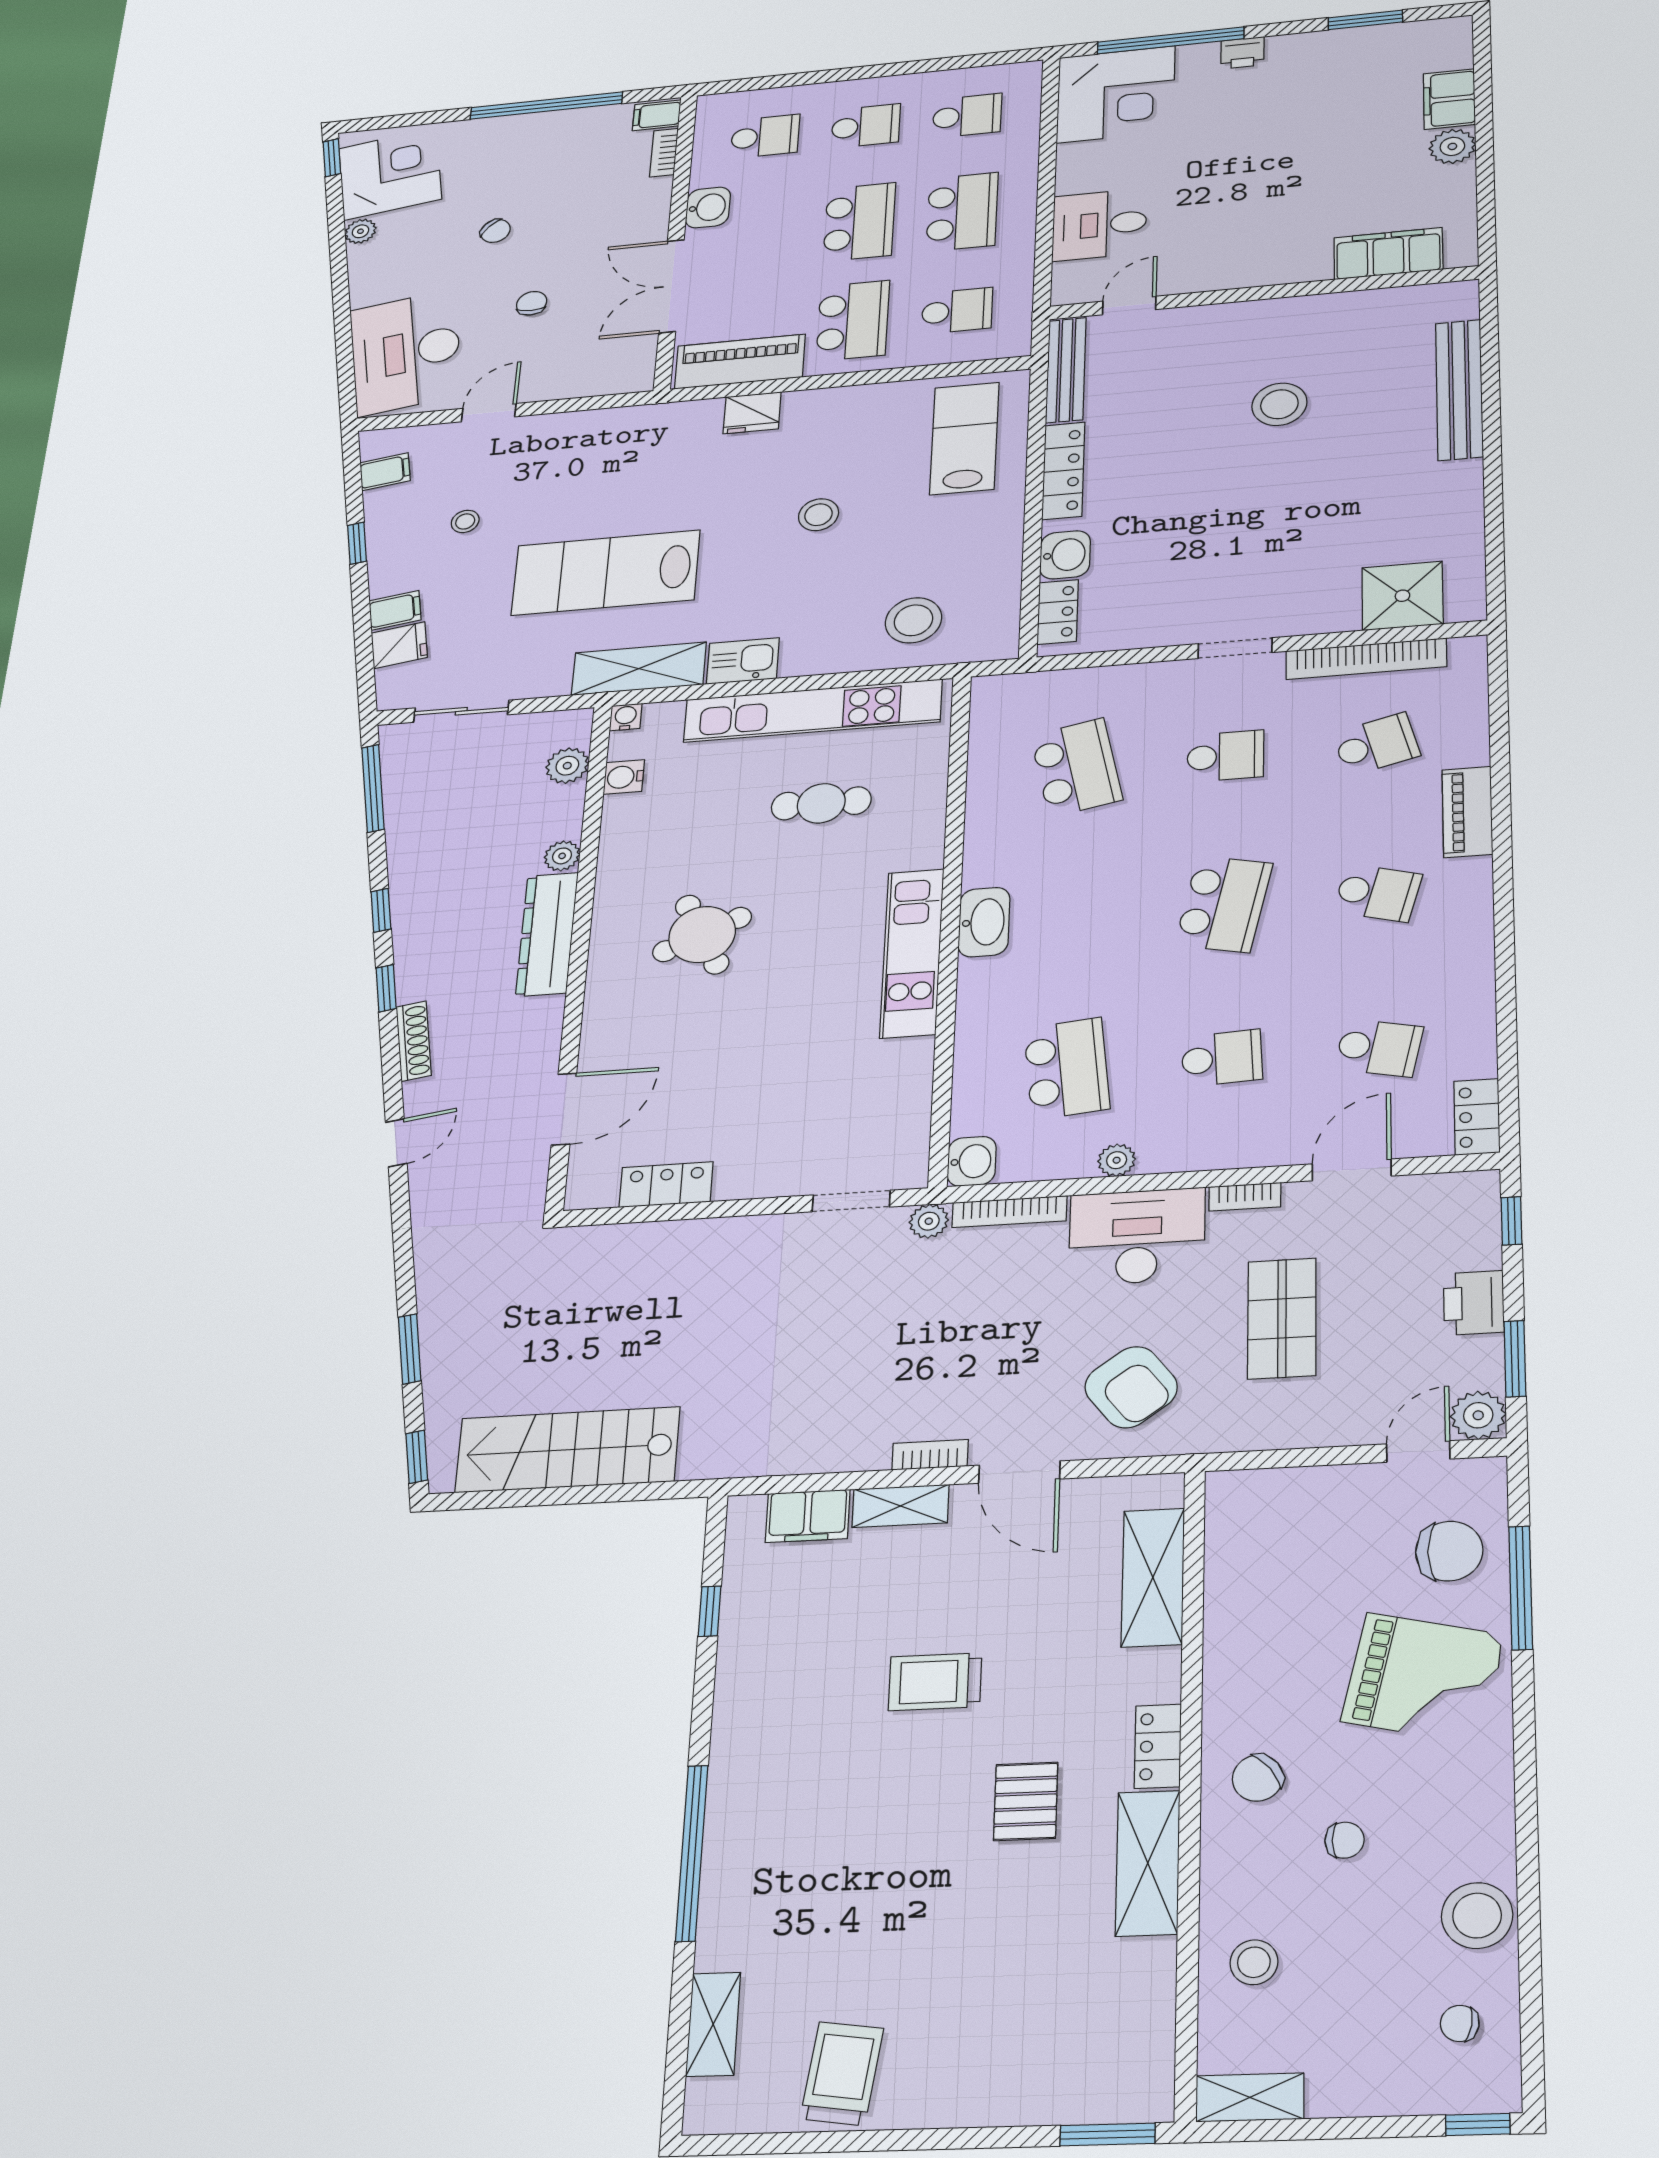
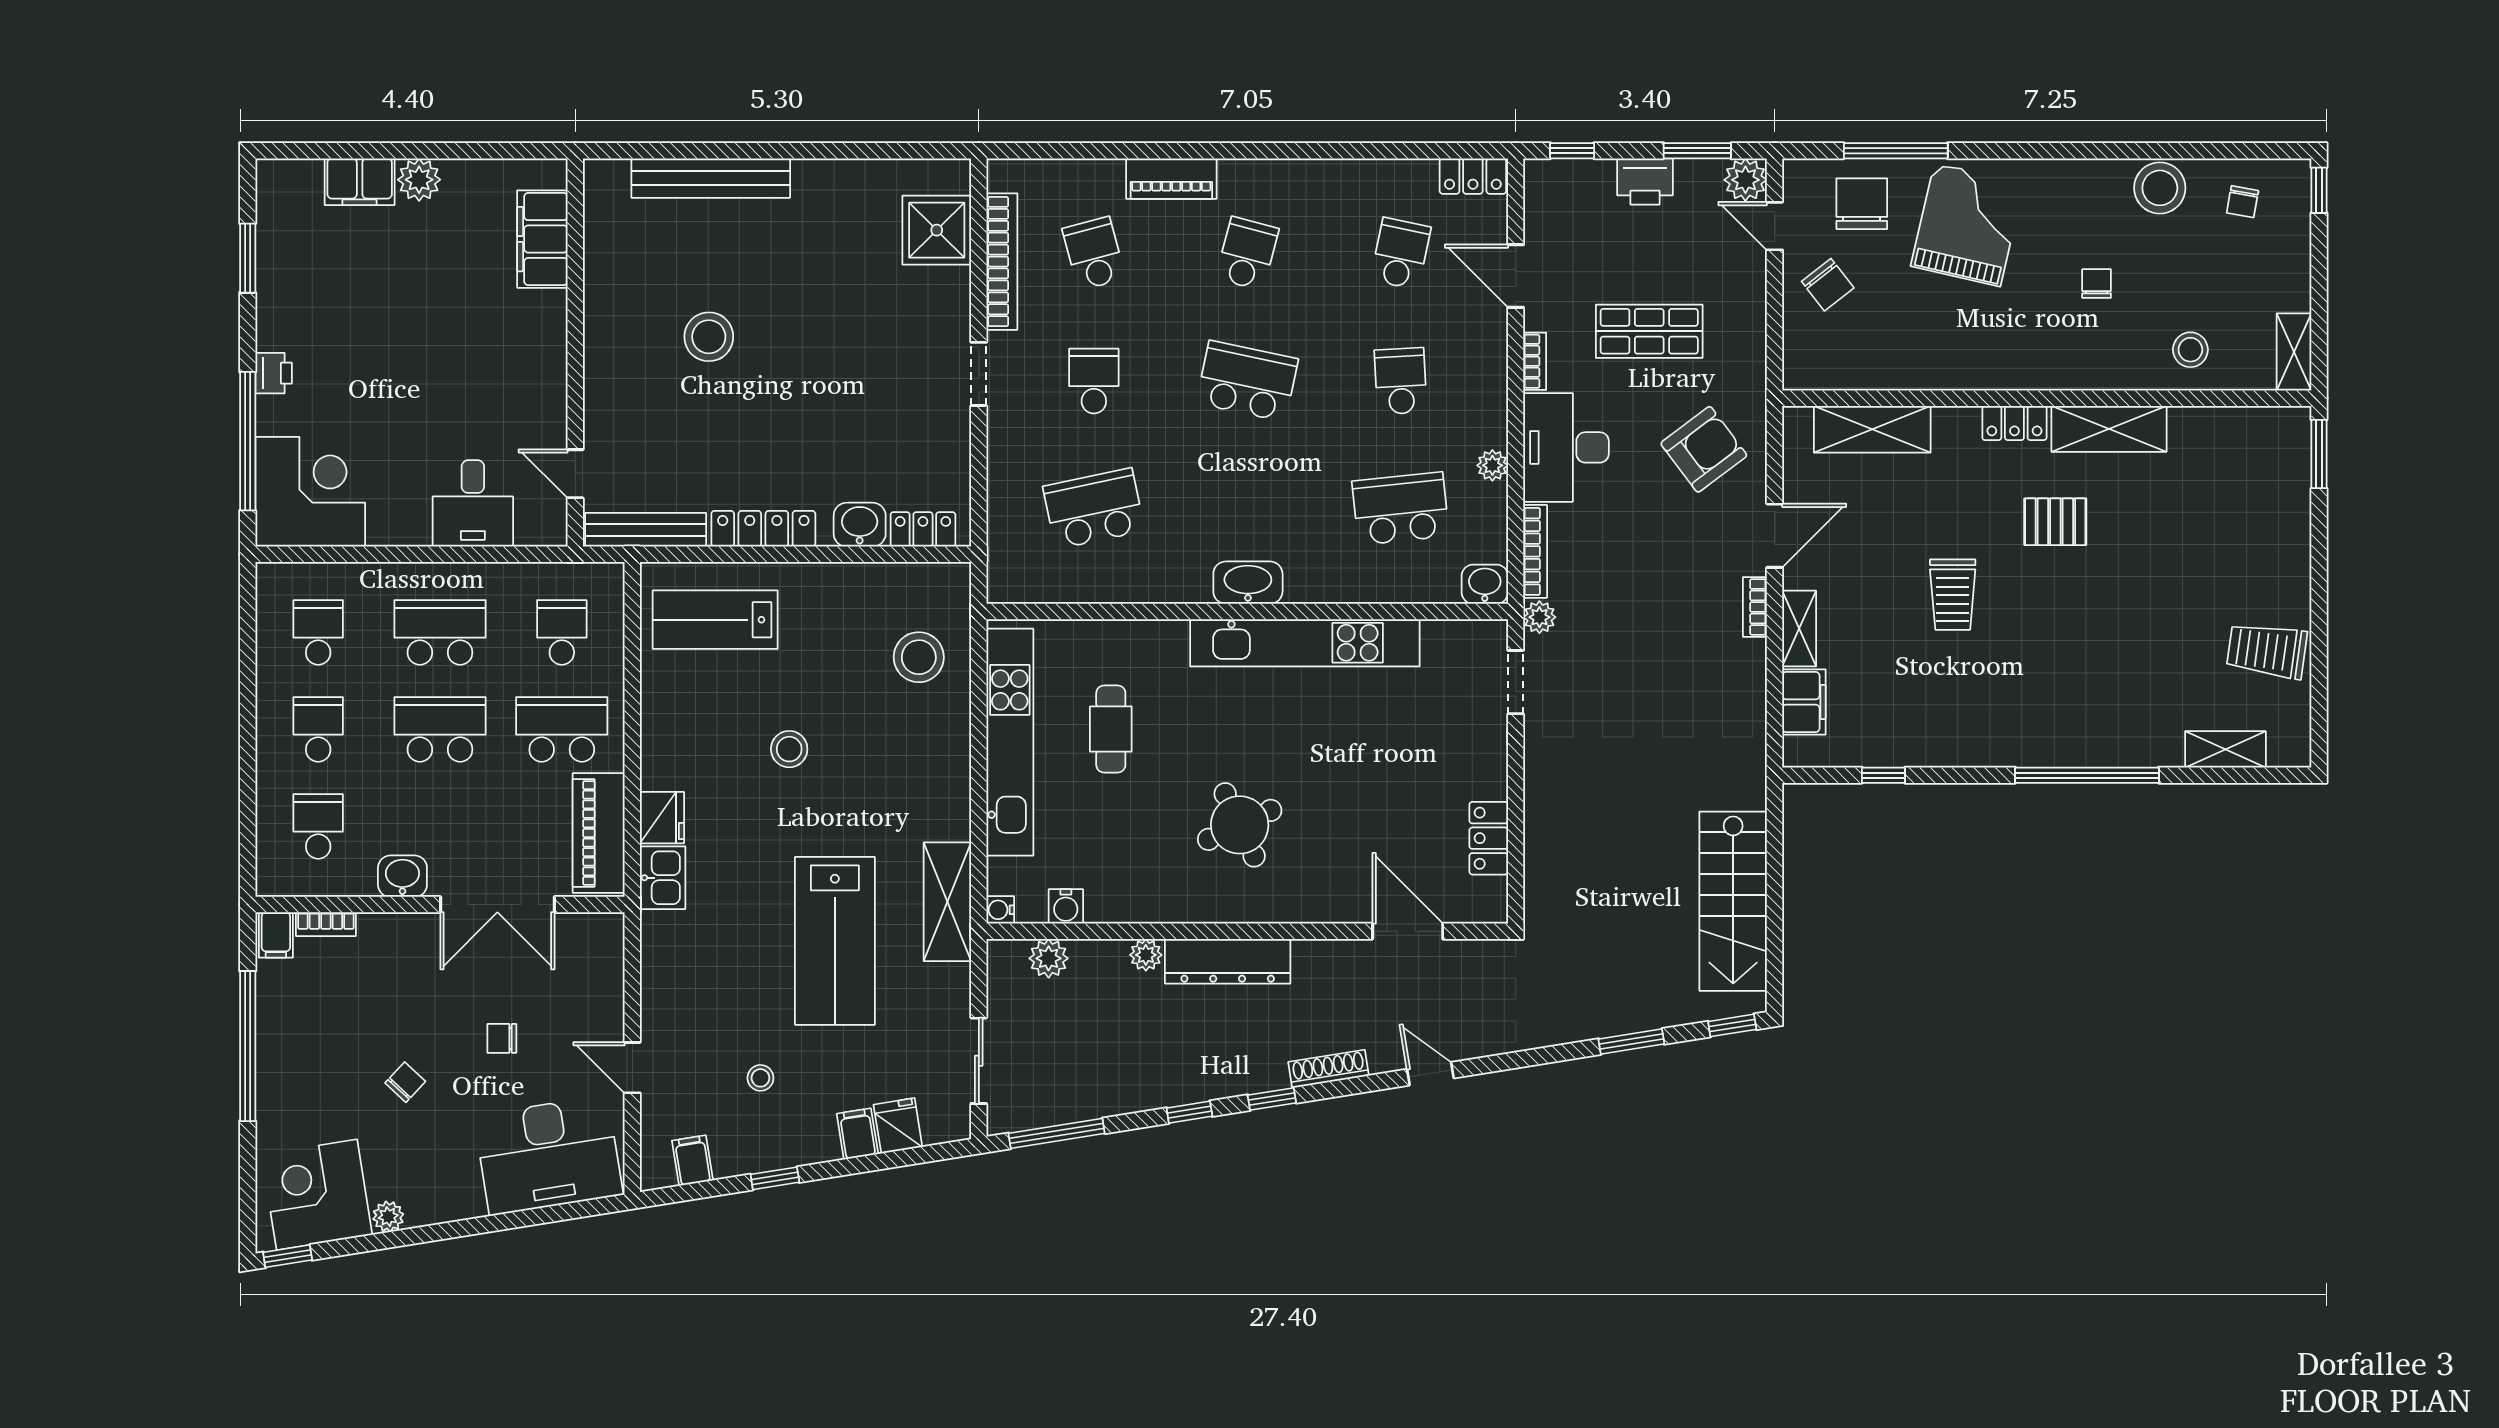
kitchen sink: (743, 661) -> (663, 878), moved, turned 180
kitchen unit: (912, 953) -> (1305, 643), width x1.36
chair: (1258, 1778) -> (1828, 285), moved

